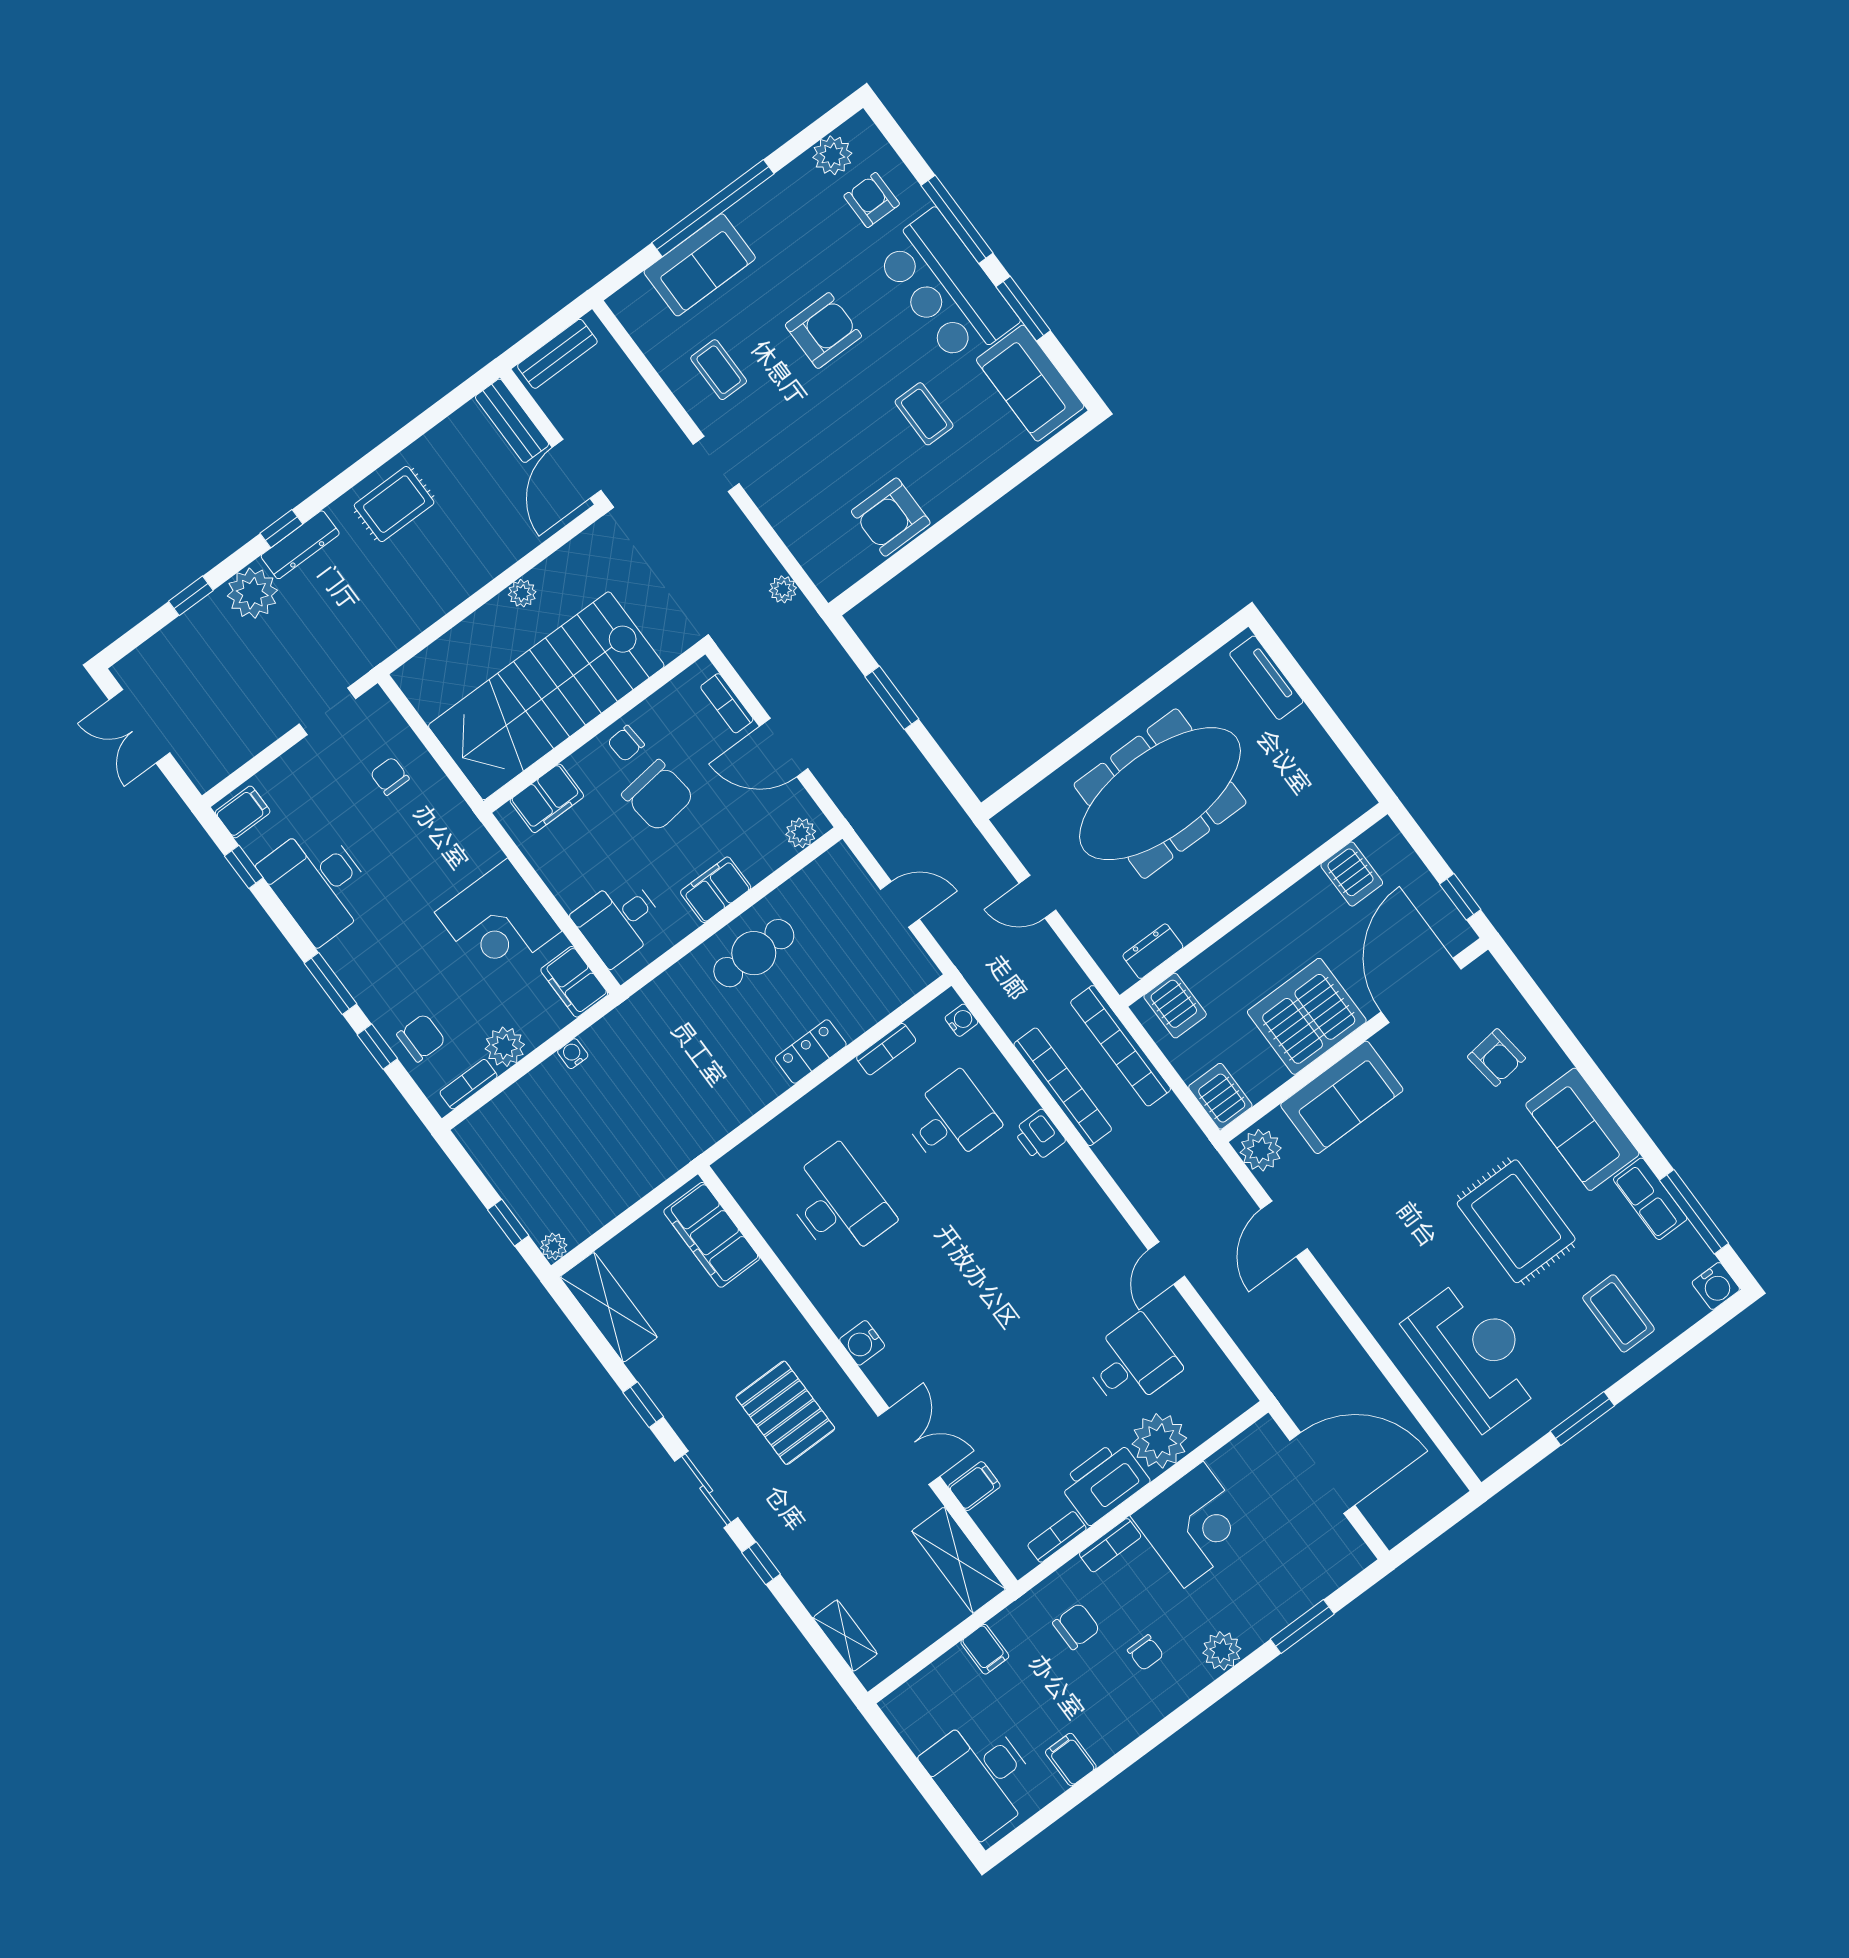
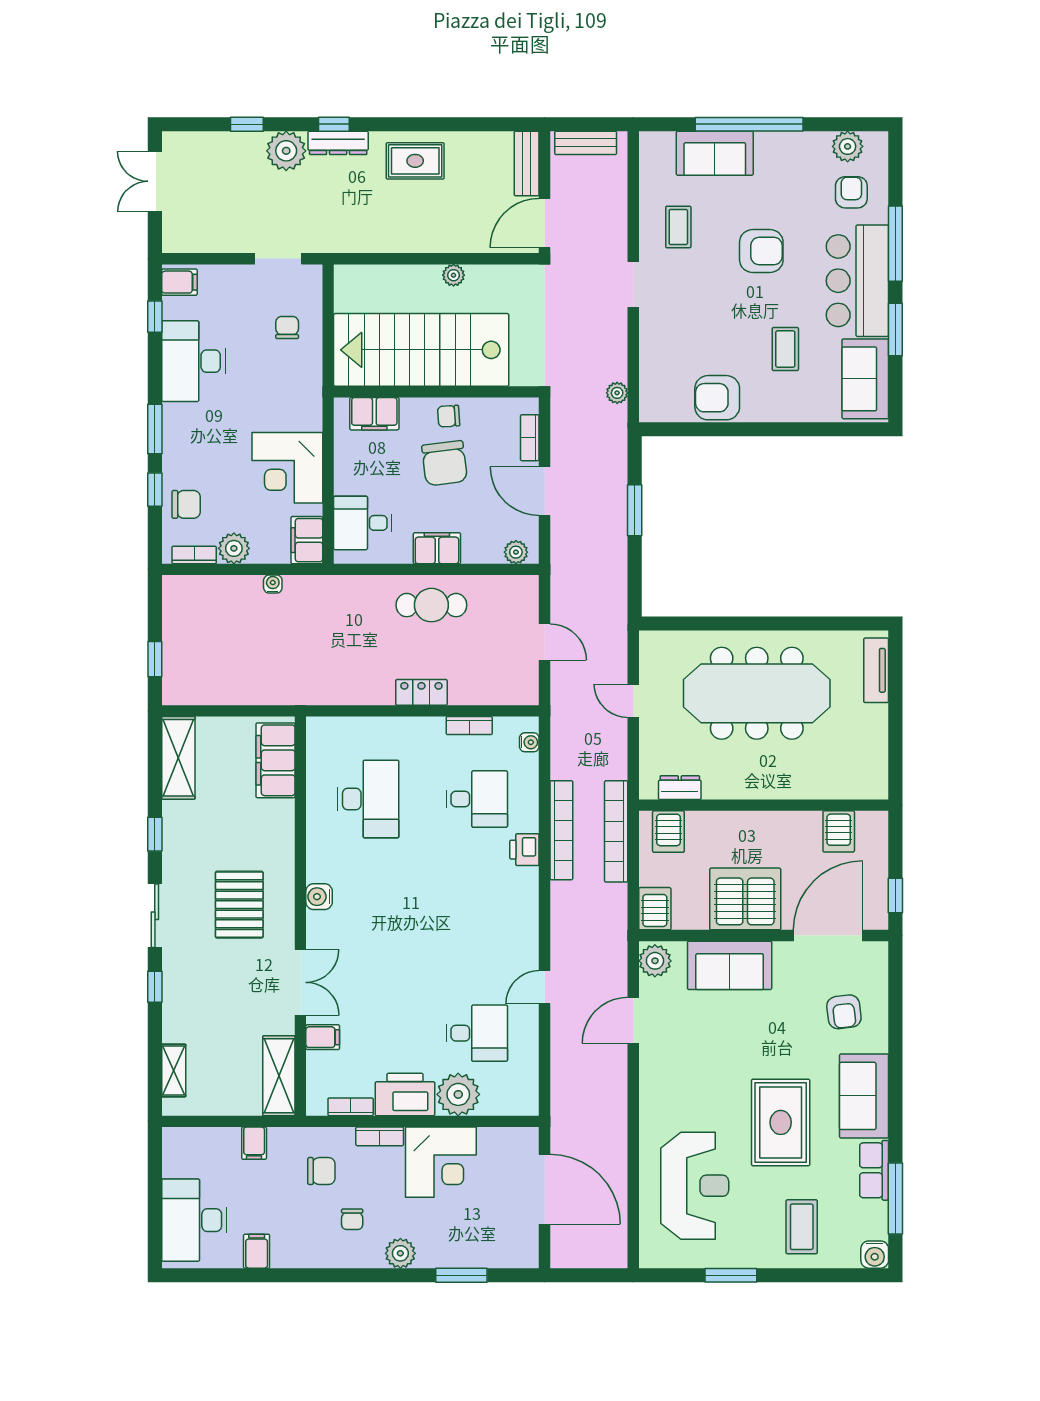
plant: (554, 1246) -> (172, 695), removed

